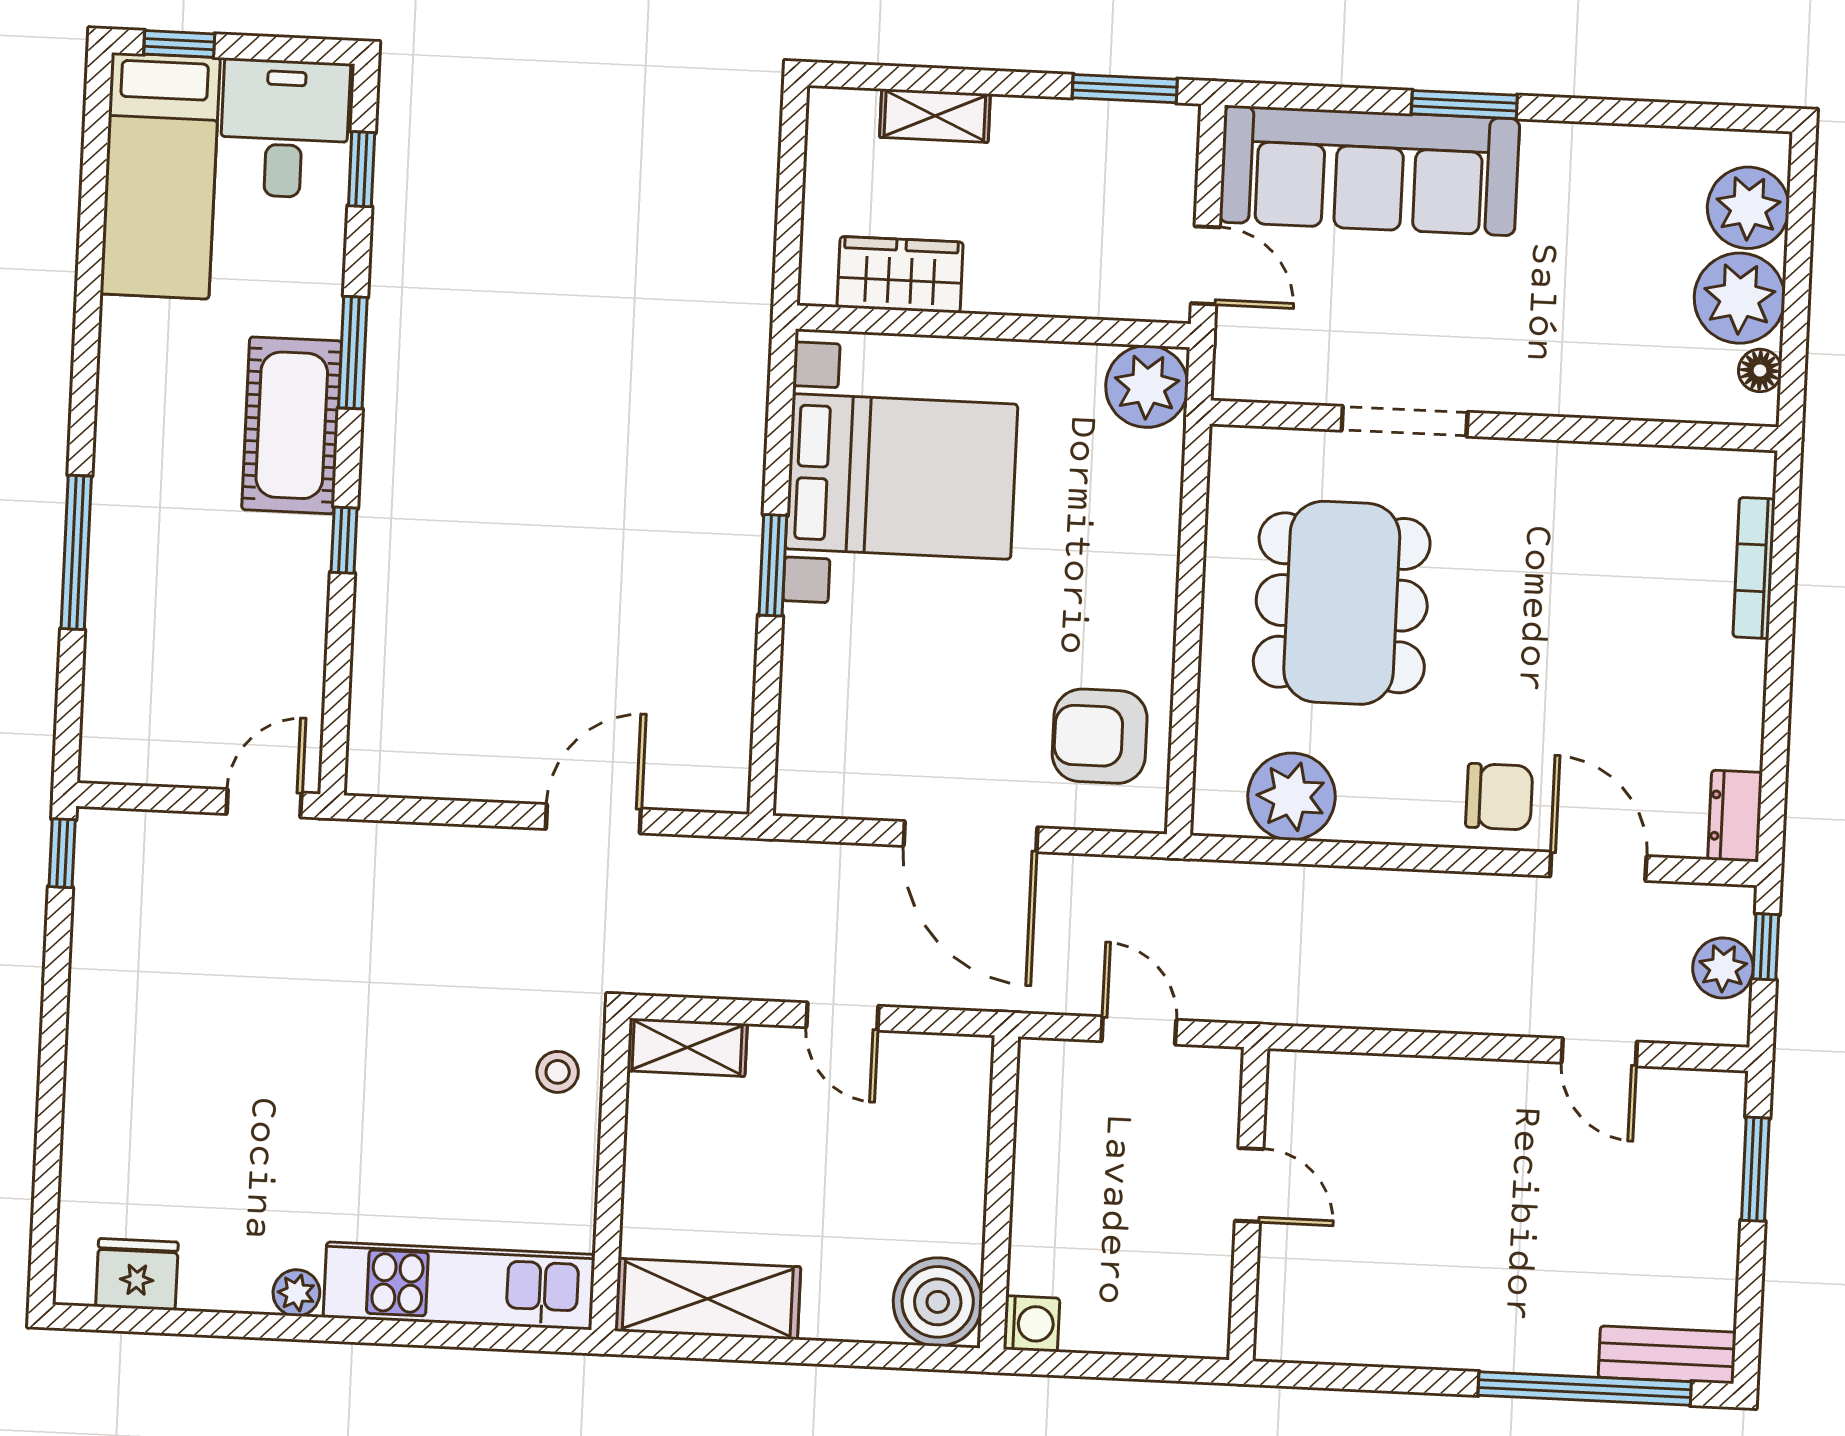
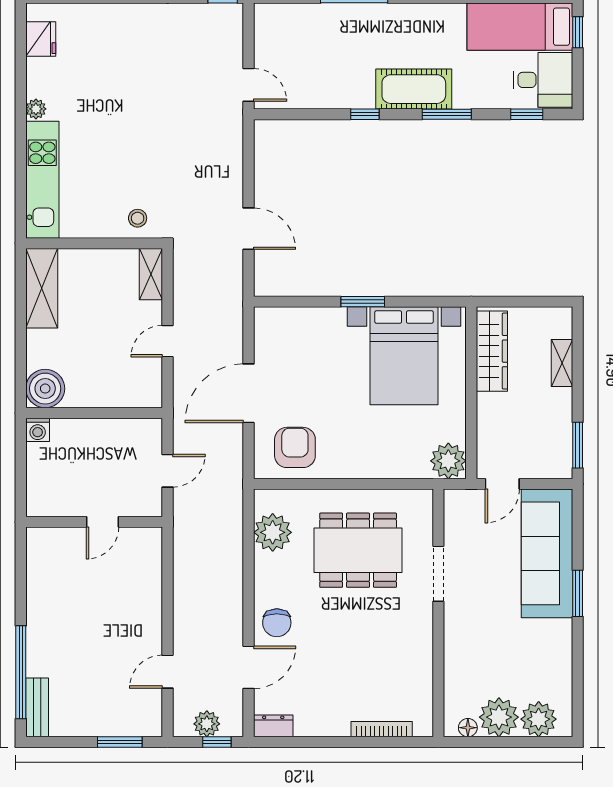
wardrobe: (900, 275) -> (492, 351), width x1.50

